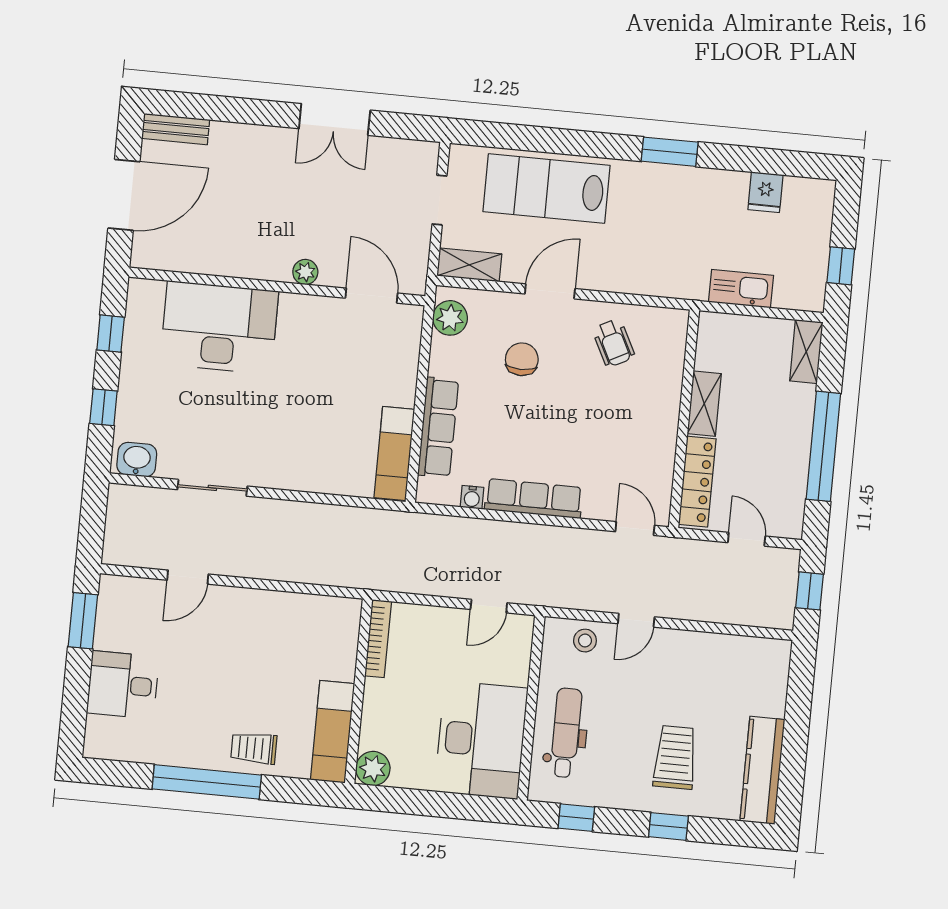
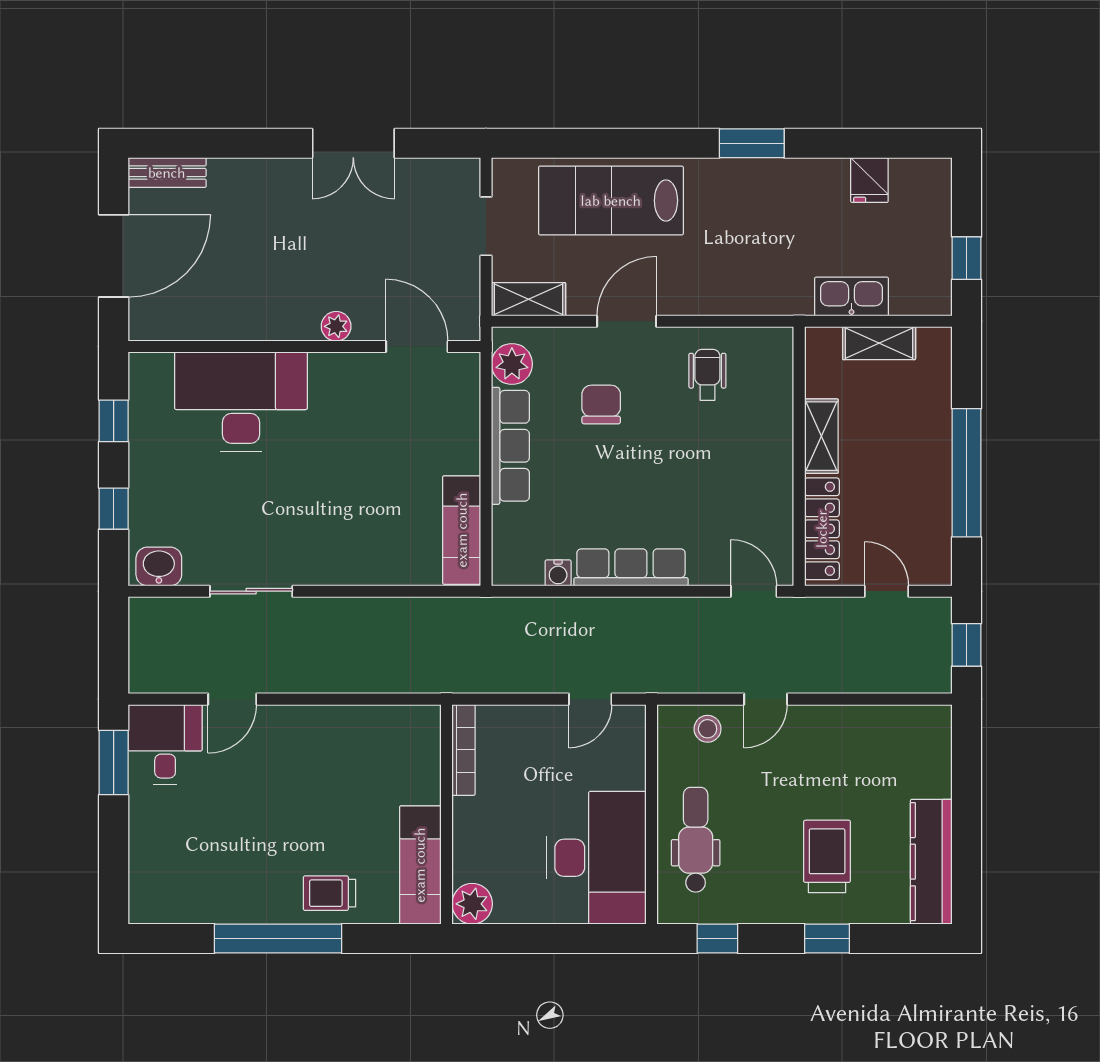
wheelchair: (614, 343) -> (707, 375), turned -153
shelving: (806, 352) -> (879, 343), moved, turned 90
row of seats: (438, 427) -> (510, 446), moved
desk: (123, 685) -> (165, 744), moved, turned 90

